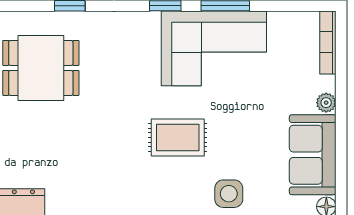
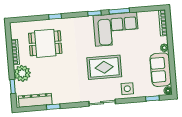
rug: (178, 137) -> (104, 67), width x1.36, depth x1.43

